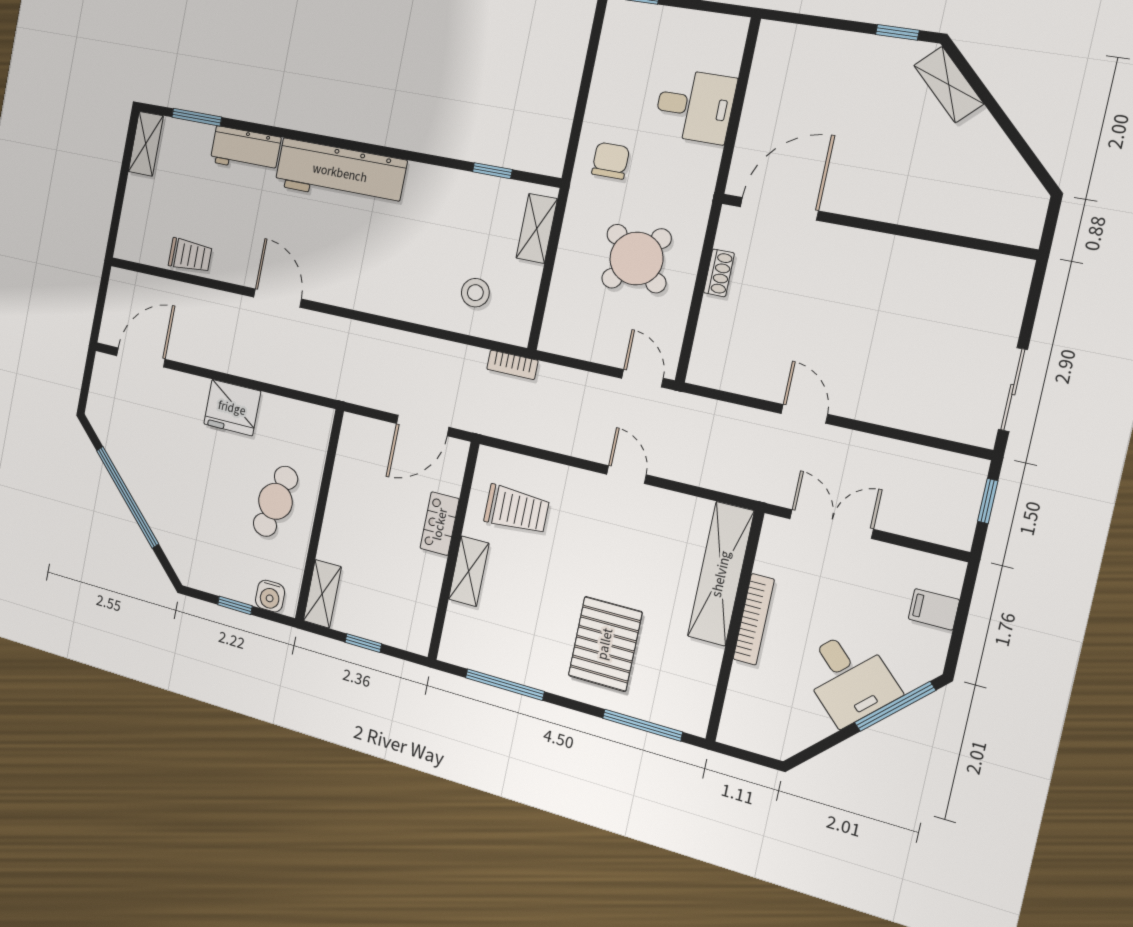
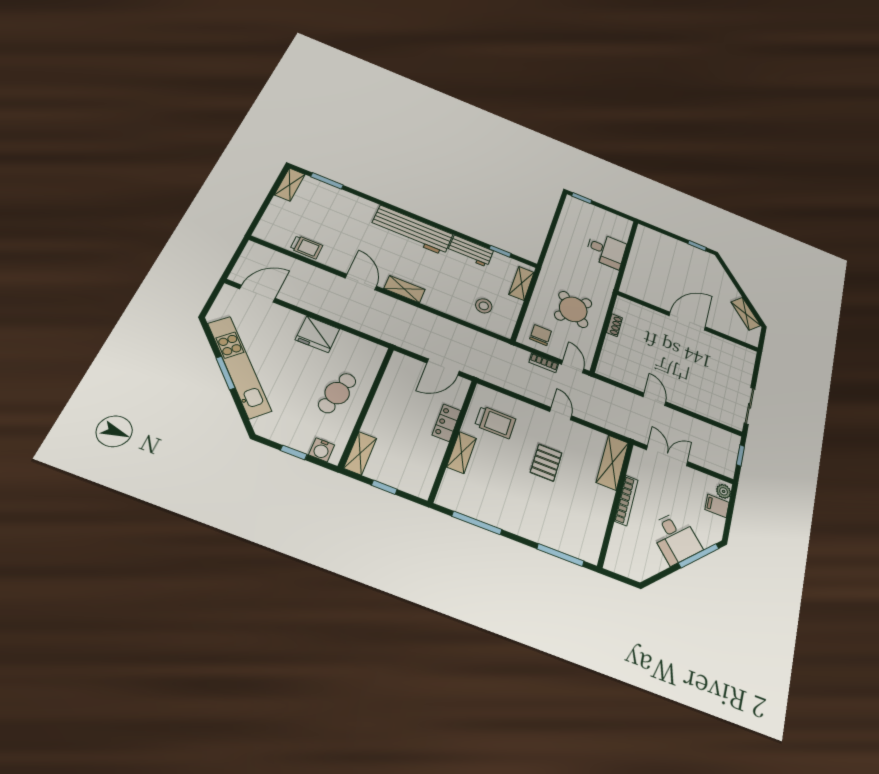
shelving: (949, 85) -> (746, 314), moved
workbench: (245, 150) -> (471, 251), moved
chair: (611, 161) -> (541, 335), moved
door: (779, 209) -> (687, 321), moved
shelving: (344, 293) -> (404, 289), added
bookcase: (512, 365) -> (544, 363), moved
kitchen unit: (142, 484) -> (239, 367), added
window: (127, 497) -> (225, 373), width x0.47
shelving: (721, 574) -> (612, 462), width x0.68
plant: (948, 579) -> (724, 491), added
pallet: (605, 644) -> (546, 463), moved, width x0.67, depth x0.71

